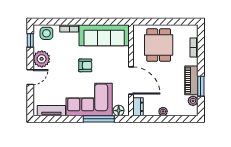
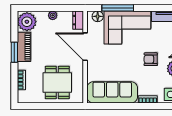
armchair: (85, 65) -> (151, 59), moved
window: (201, 86) -> (14, 52), moved
plant: (193, 101) -> (27, 22), width x1.87, depth x1.87

